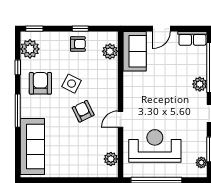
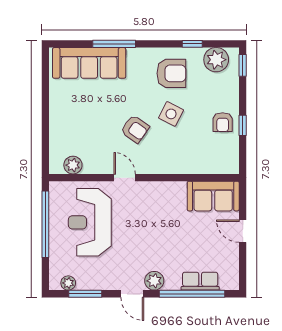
row of seats: (192, 38) -> (200, 281), moved, turned 90
plant: (110, 51) -> (213, 164), removed
plant: (200, 84) -> (154, 281), moved
window: (18, 111) -> (114, 44), moved
armchair: (83, 111) -> (135, 129), turned 61
reception desk: (155, 146) -> (90, 222), turned 180

